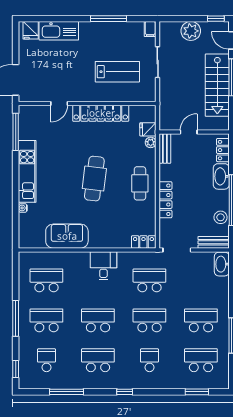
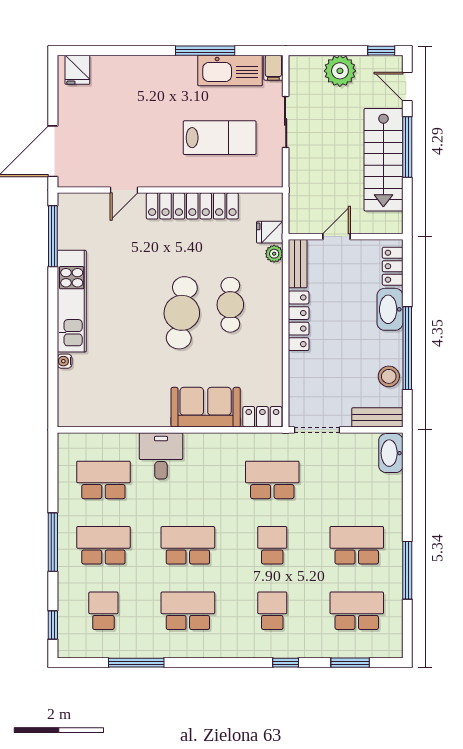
kitchen sink: (59, 31) -> (230, 70), moved
cafe table: (140, 183) -> (230, 305), moved
locker: (166, 200) -> (299, 321), moved
sofa: (67, 236) -> (206, 407), moved
desk: (103, 266) -> (161, 456), moved
school desk: (149, 320) -> (272, 545), width x0.54
window: (125, 392) -> (286, 663), moved

